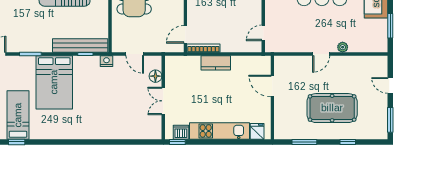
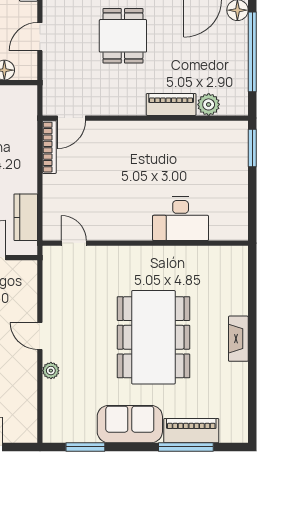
door: (185, 34) -> (71, 118), swing flipped
kitchen counter: (216, 63) -> (26, 217), moved

